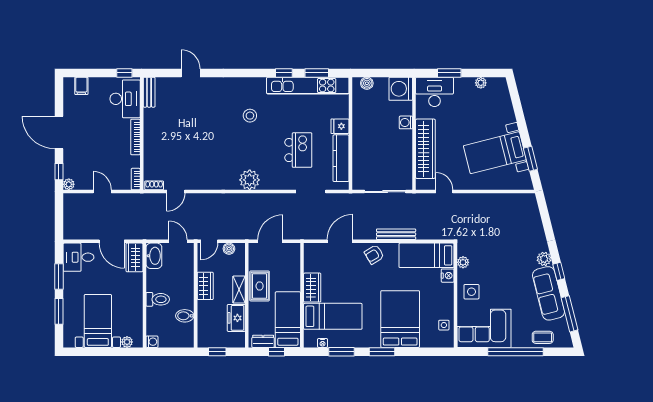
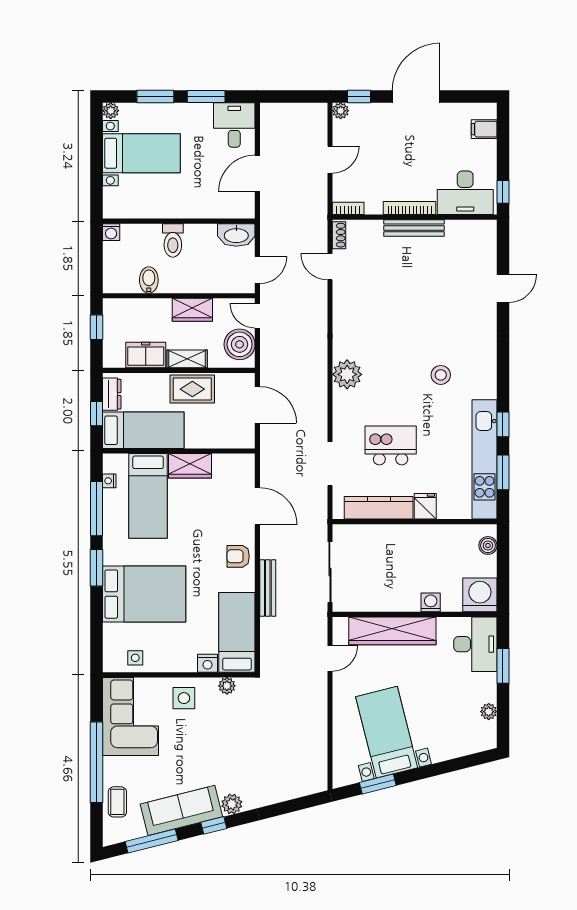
bench: (149, 92) -> (414, 228), moved, width x1.36
kitchen island: (298, 150) -> (391, 446), turned 180
boiler: (229, 249) -> (240, 344), width x1.86, depth x1.86
armchair: (374, 255) -> (238, 556), turned -59
wardrobe: (134, 257) -> (234, 207), removed
plant: (127, 342) -> (111, 111), moved
window: (342, 352) -> (96, 509), width x1.44

